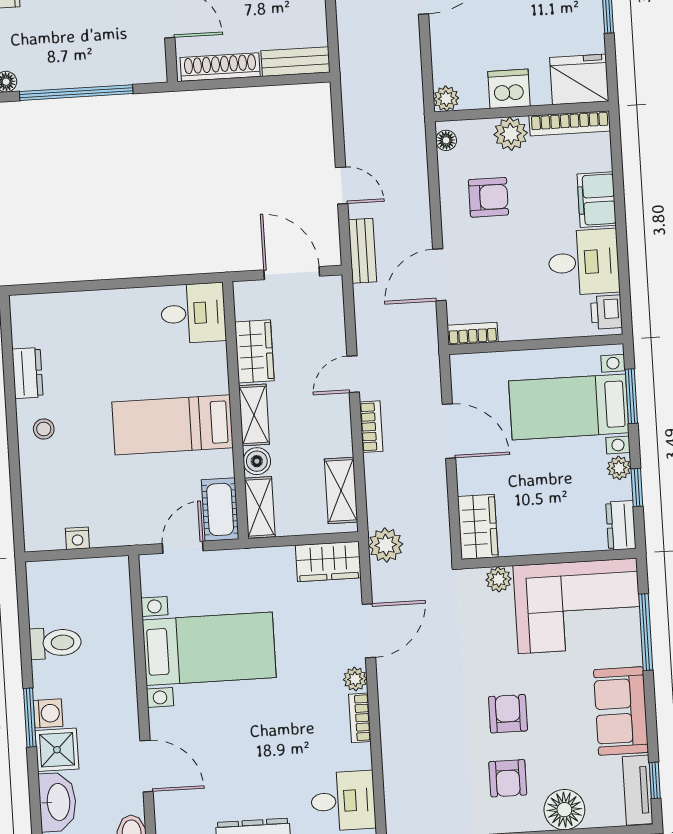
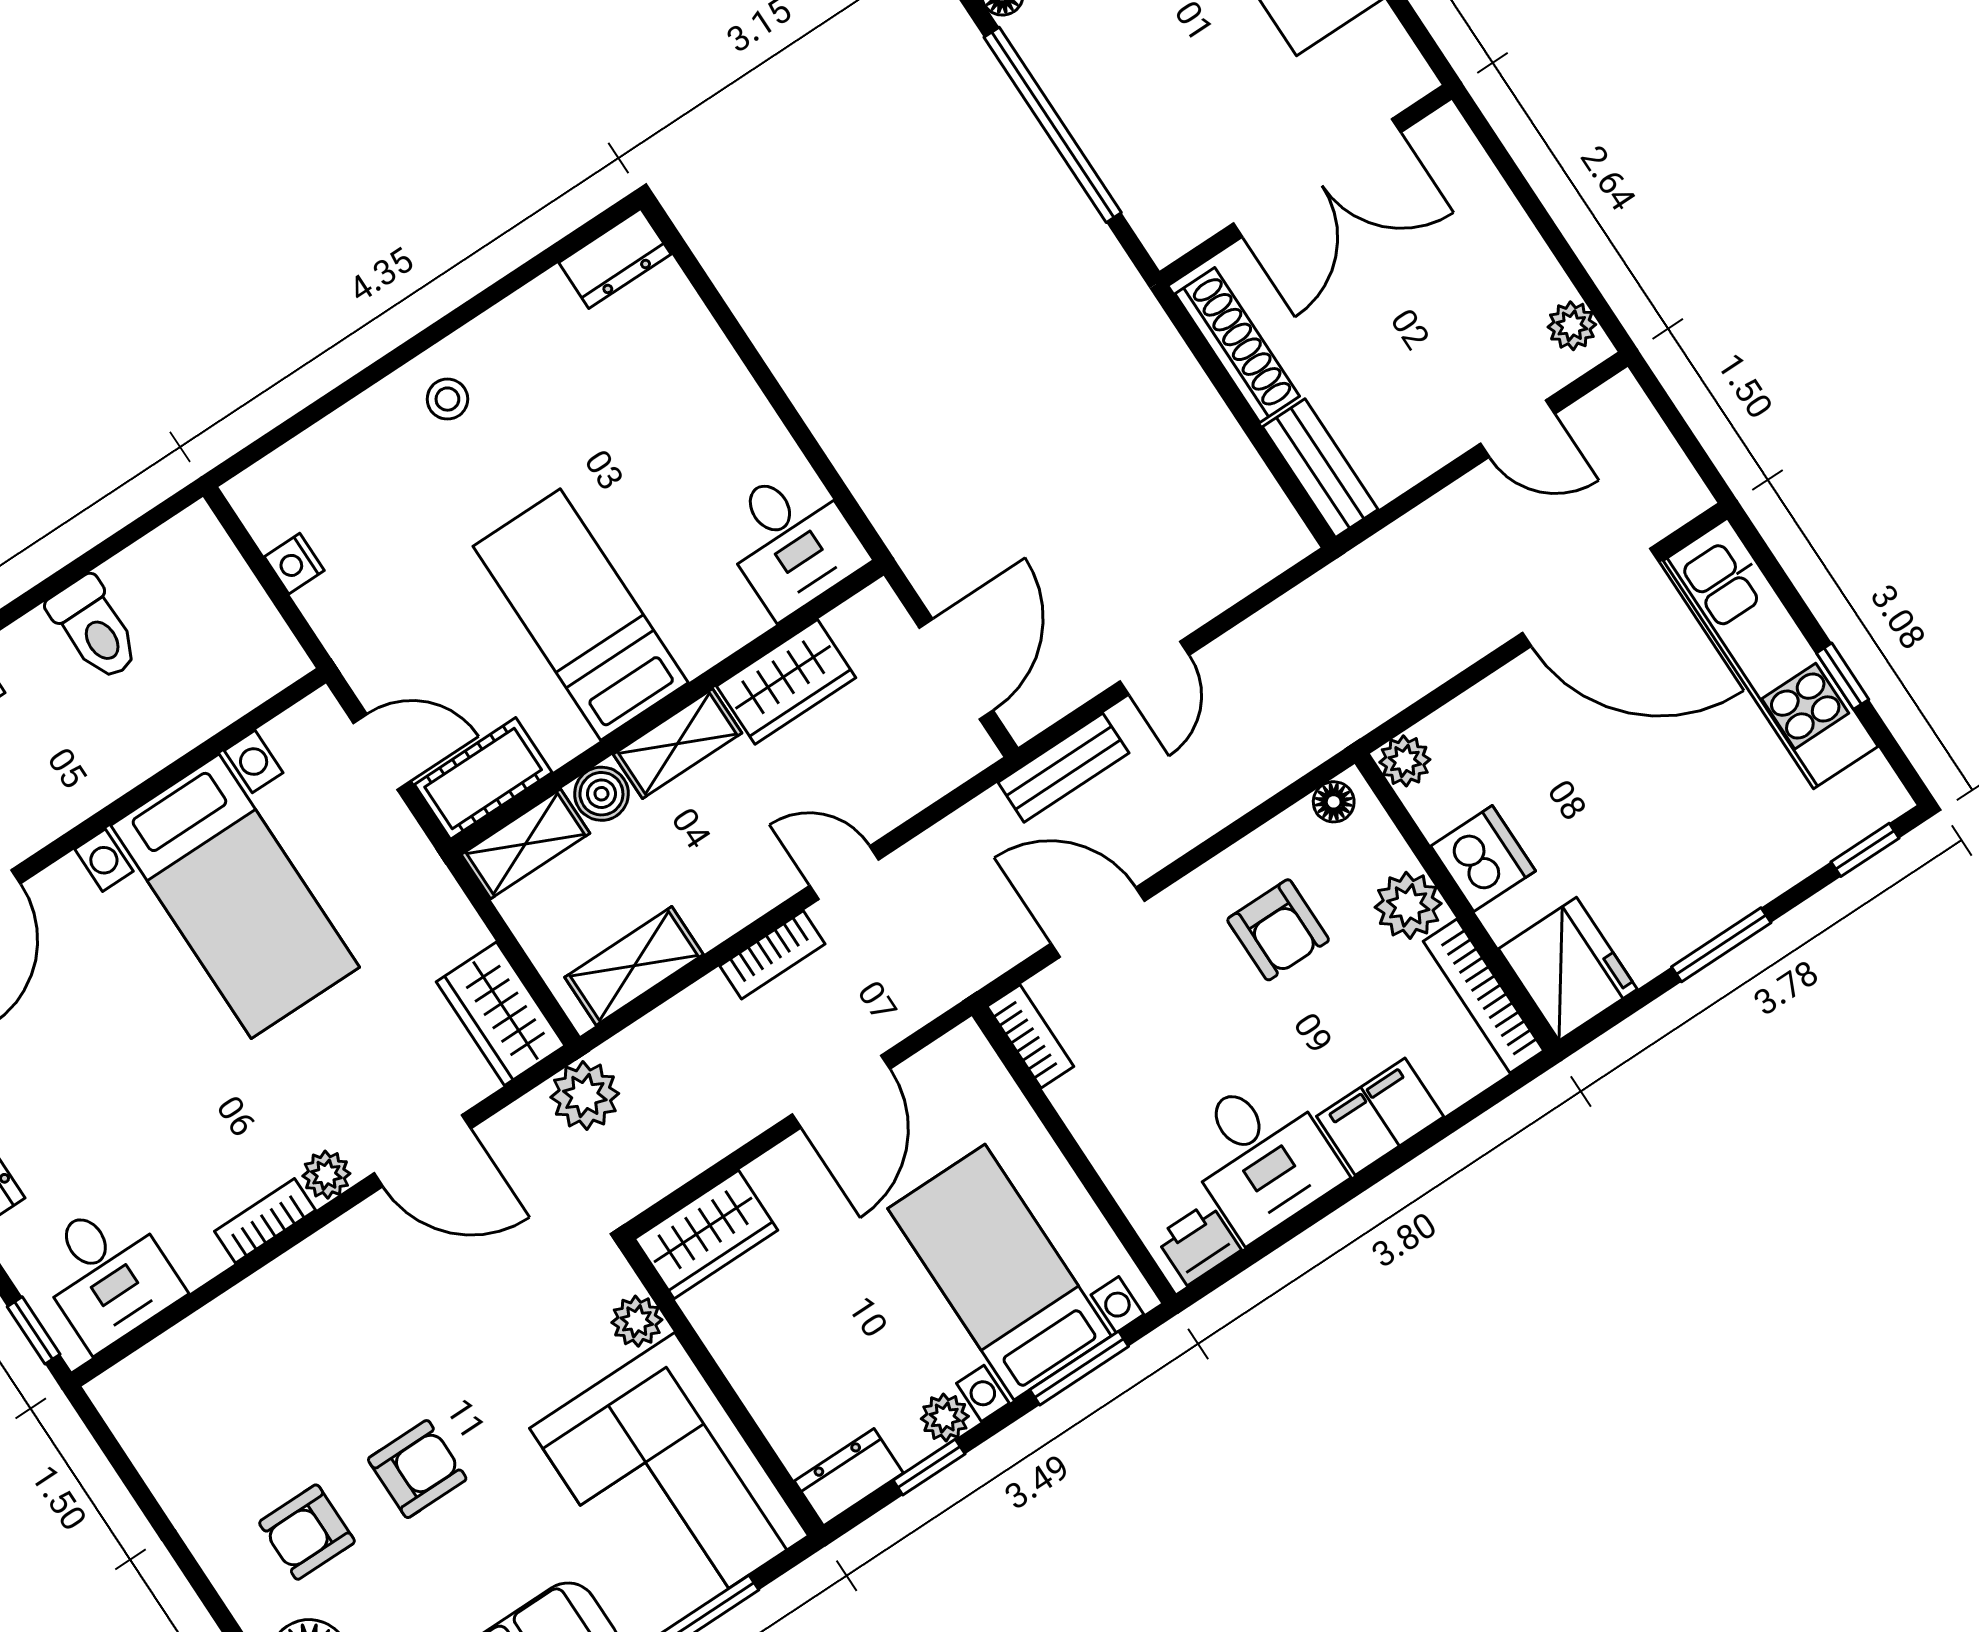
dresser: (27, 373) -> (615, 258), moved

